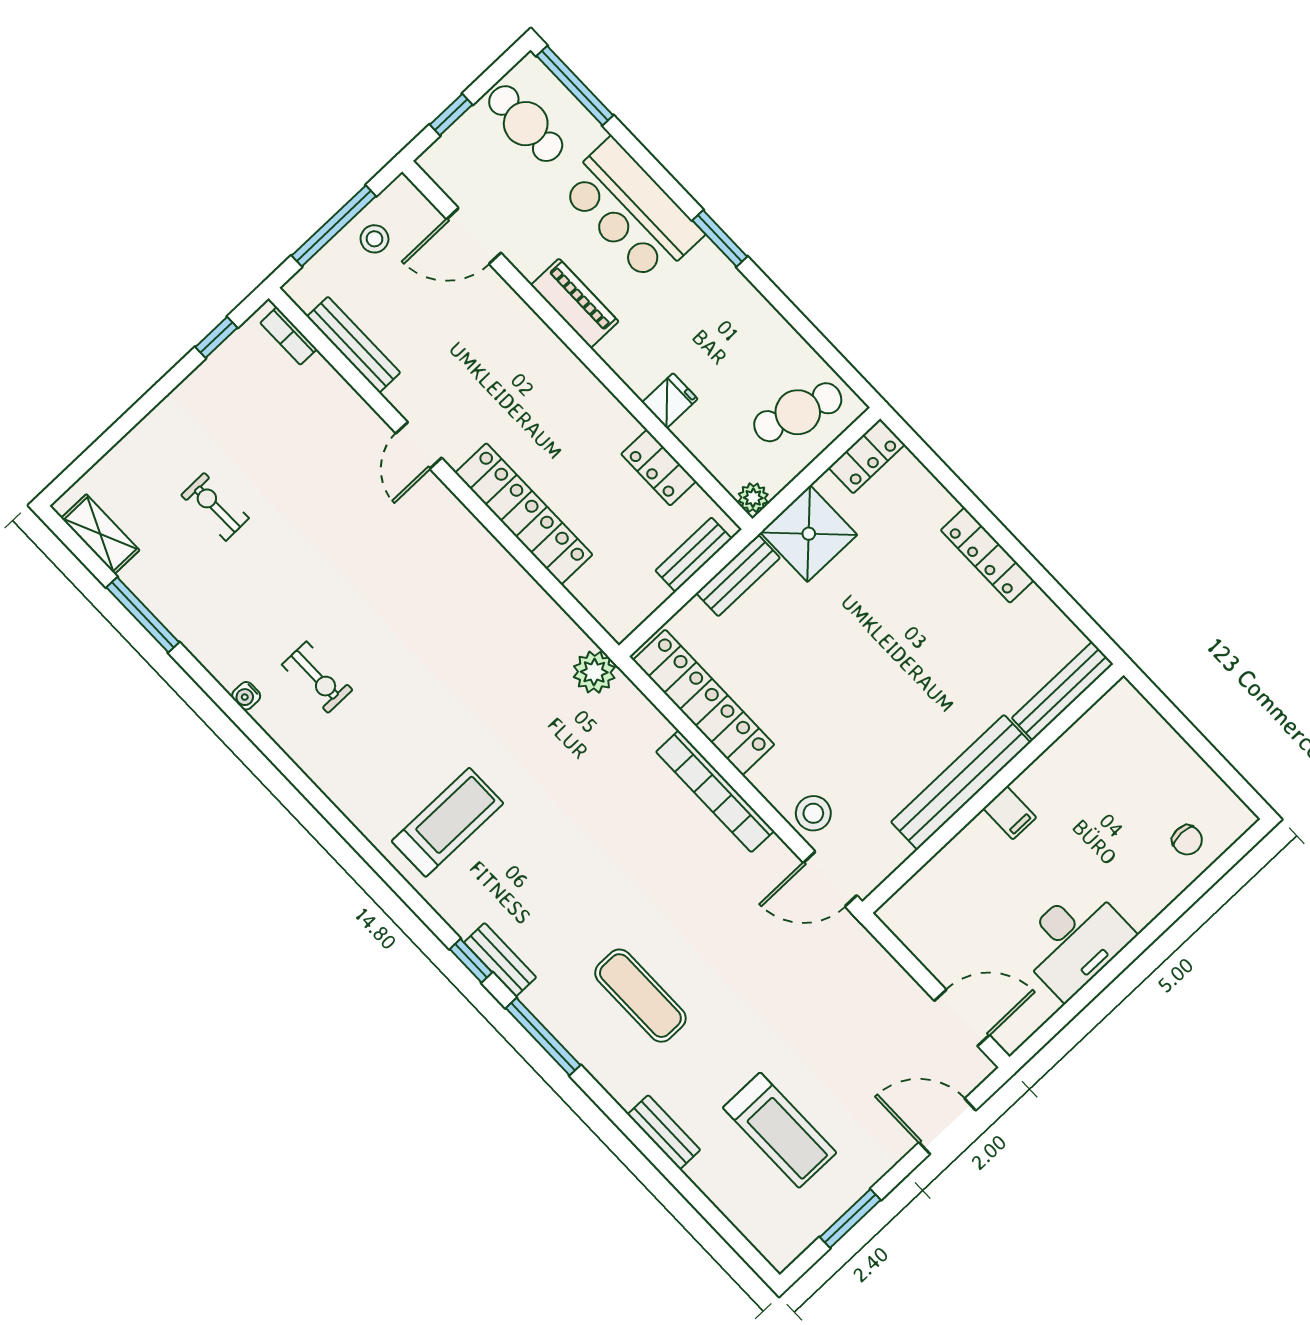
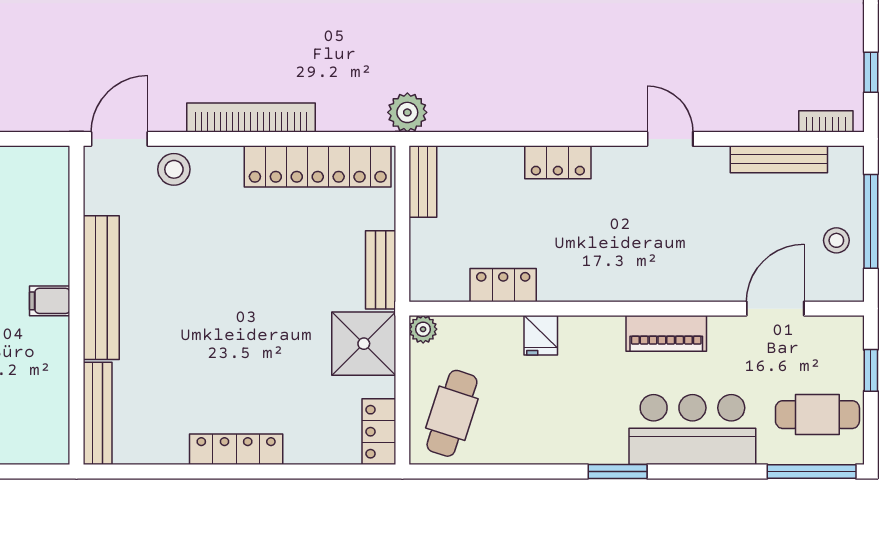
locker: (524, 514) -> (558, 162), width x0.46, depth x0.83
bench: (694, 555) -> (423, 182), moved

